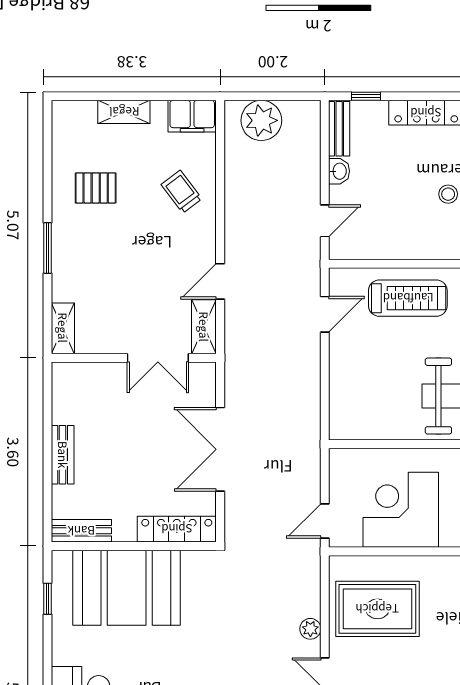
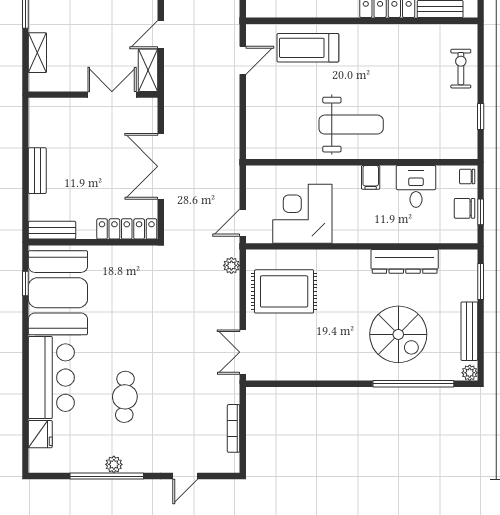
treadmill: (408, 298) -> (308, 48), turned 180
shelving: (63, 328) -> (37, 53), moved
double door: (158, 358) -> (112, 95), swing flipped
booth: (127, 588) -> (58, 293), moved, turned 90
plant: (310, 629) -> (231, 265), moved

